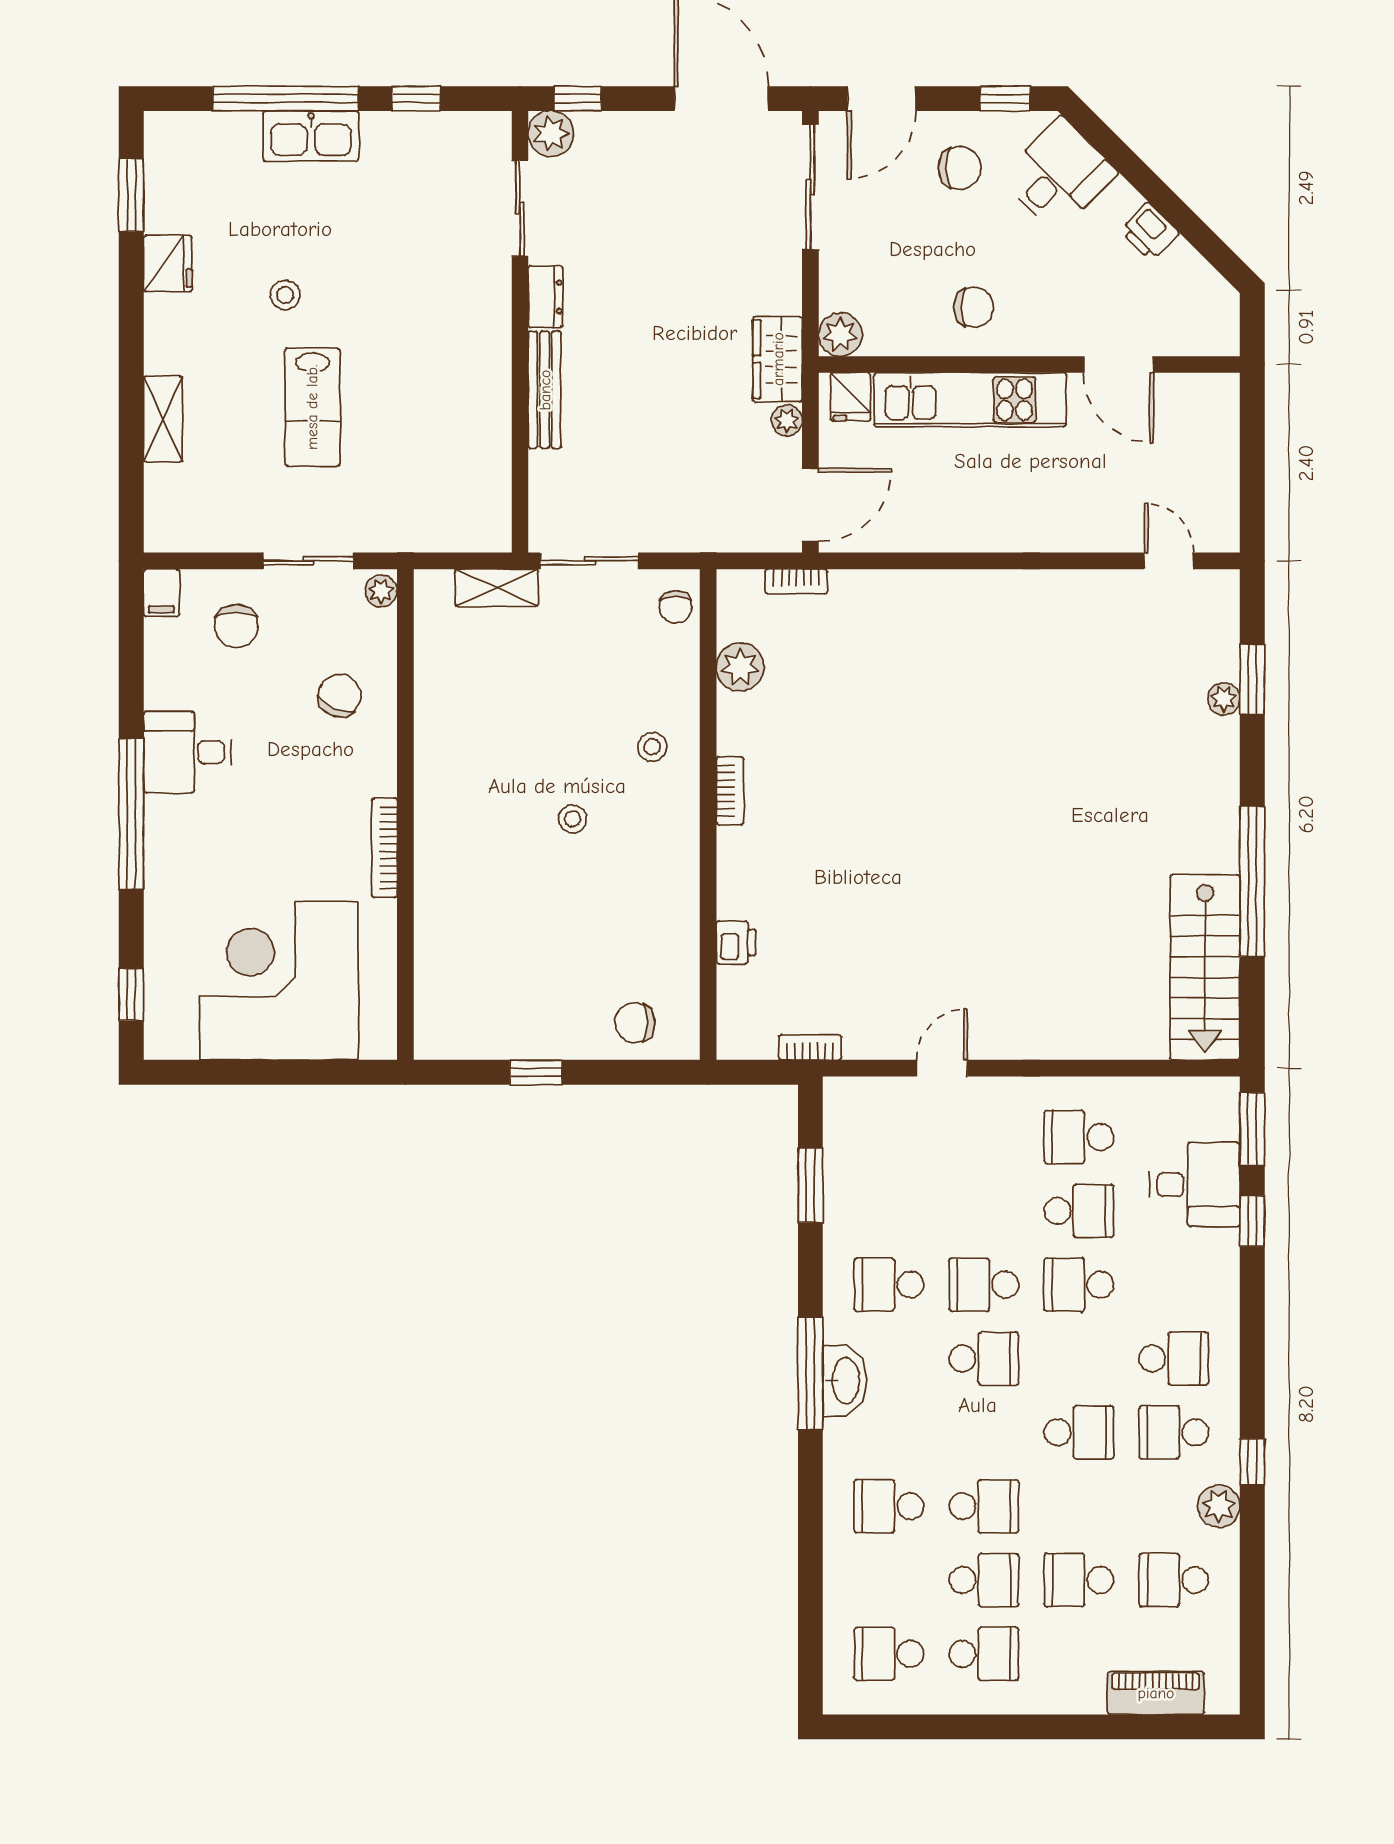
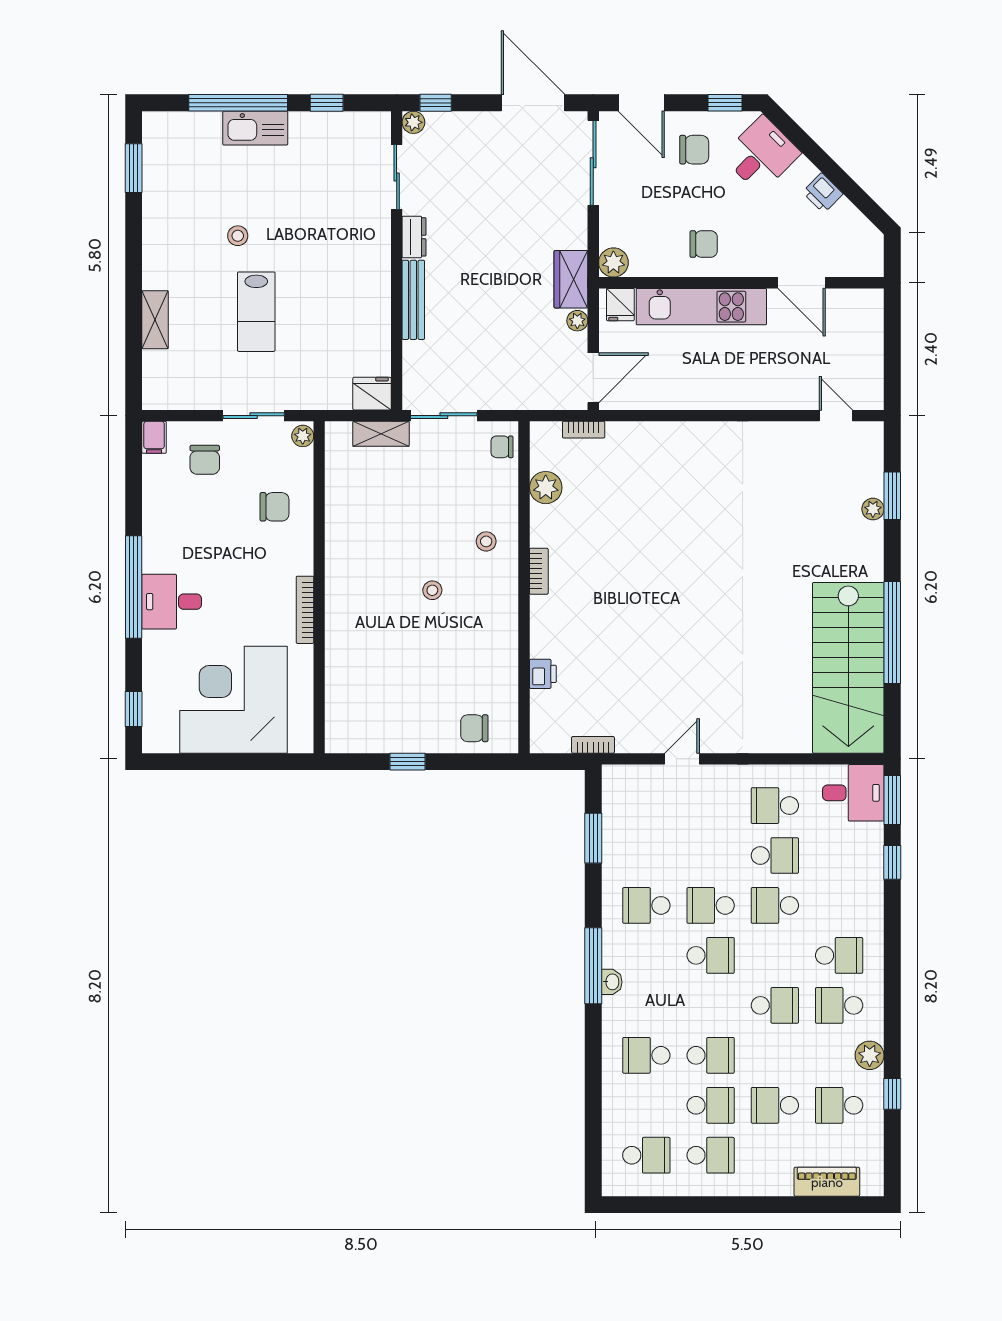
door: (882, 99) -> (641, 103), hinge flipped
plant: (551, 134) -> (413, 122), width x0.73, depth x0.73
fridge: (168, 263) -> (372, 394), moved, turned -90
chair: (676, 607) -> (502, 447), turned 90
chair: (339, 696) -> (274, 507), turned 67
desk: (187, 752) -> (172, 602), moved
stairs: (1205, 967) -> (848, 668), width x1.36, depth x1.51
desk: (1195, 1184) -> (853, 793), moved
washbasin: (845, 1381) -> (612, 982), width x0.52, depth x0.69
window: (1252, 1462) -> (892, 1094), moved
school desk: (889, 1654) -> (646, 1155), turned 180

